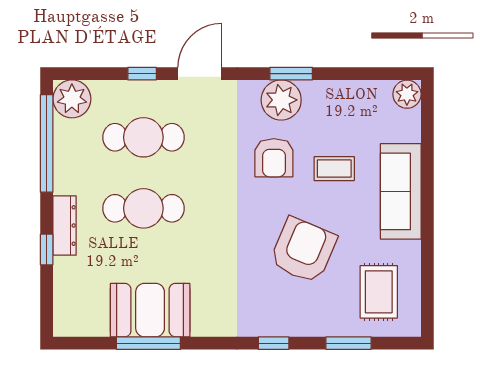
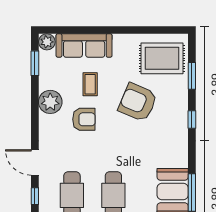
window: (291, 74) -> (35, 63), moved
plant: (281, 100) -> (50, 102), moved
sofa: (401, 191) -> (84, 45), moved
rug: (379, 292) -> (162, 58), width x1.36, depth x1.43

